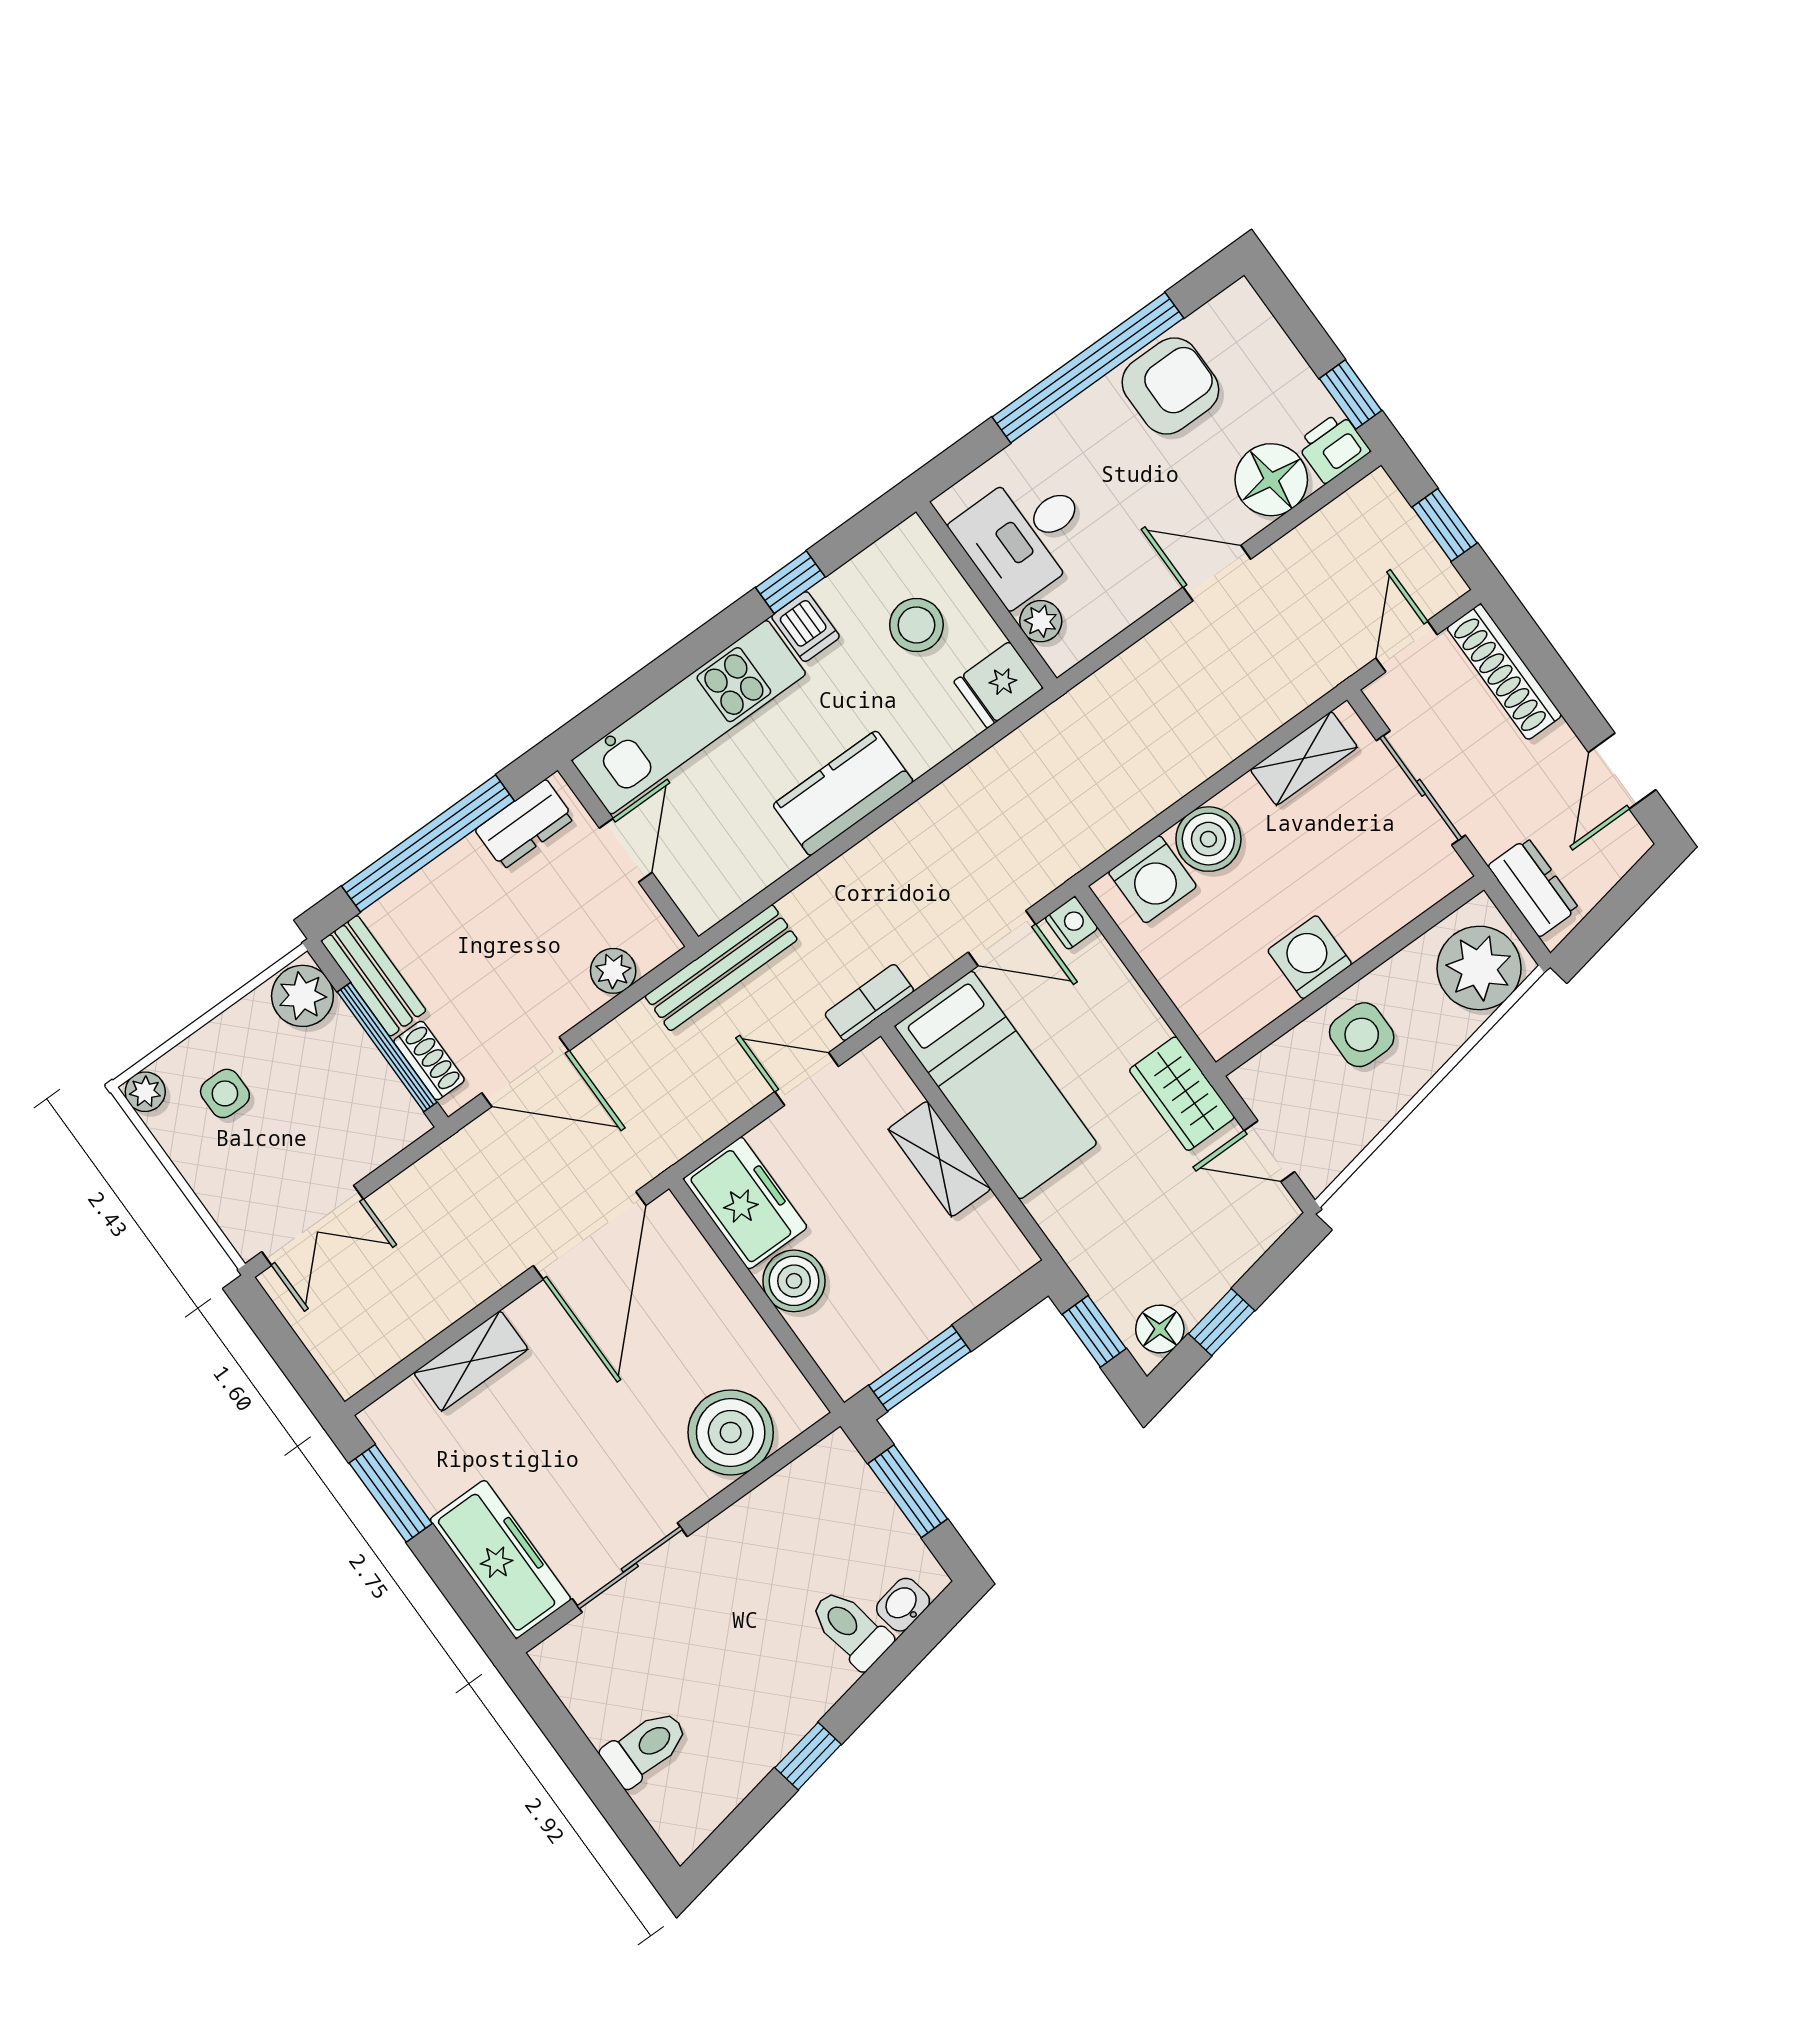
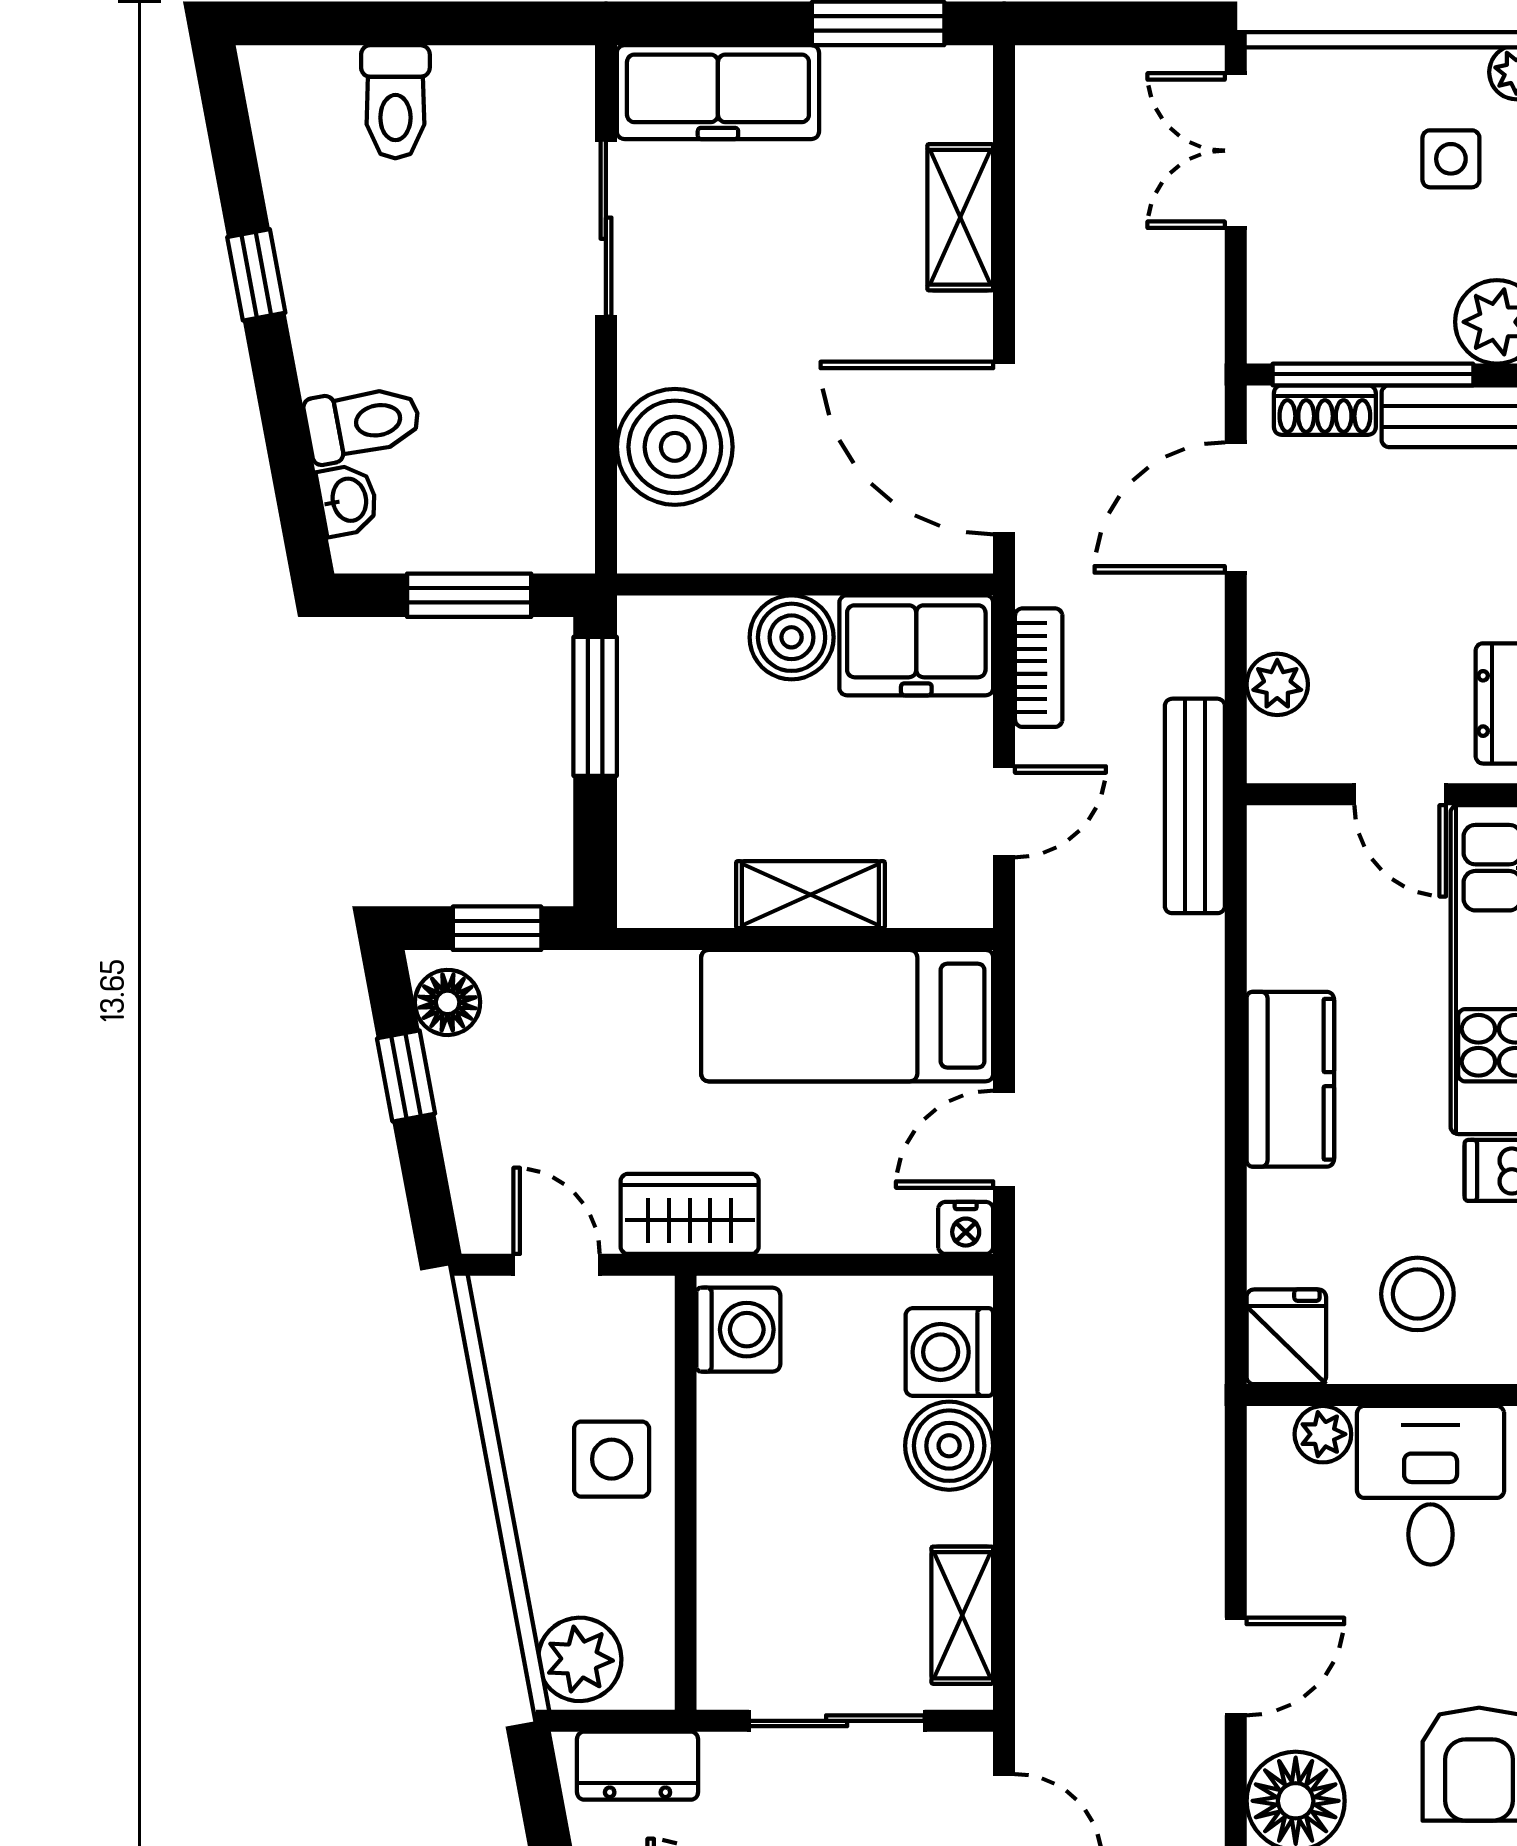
washing machine: (1310, 957) -> (738, 1330), moved
plant: (1479, 968) -> (580, 1659), width x0.73, depth x0.73
bookcase: (869, 1002) -> (1039, 668), moved
door: (1269, 1151) -> (557, 1265), hinge flipped

